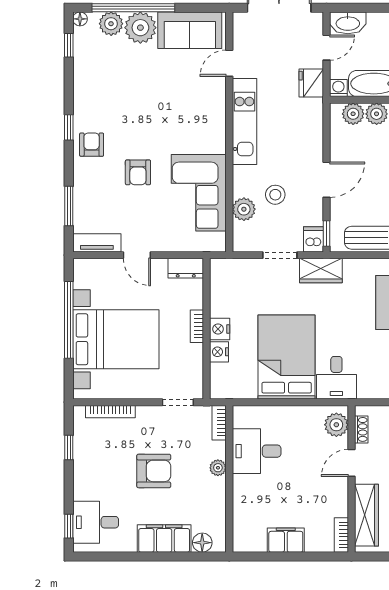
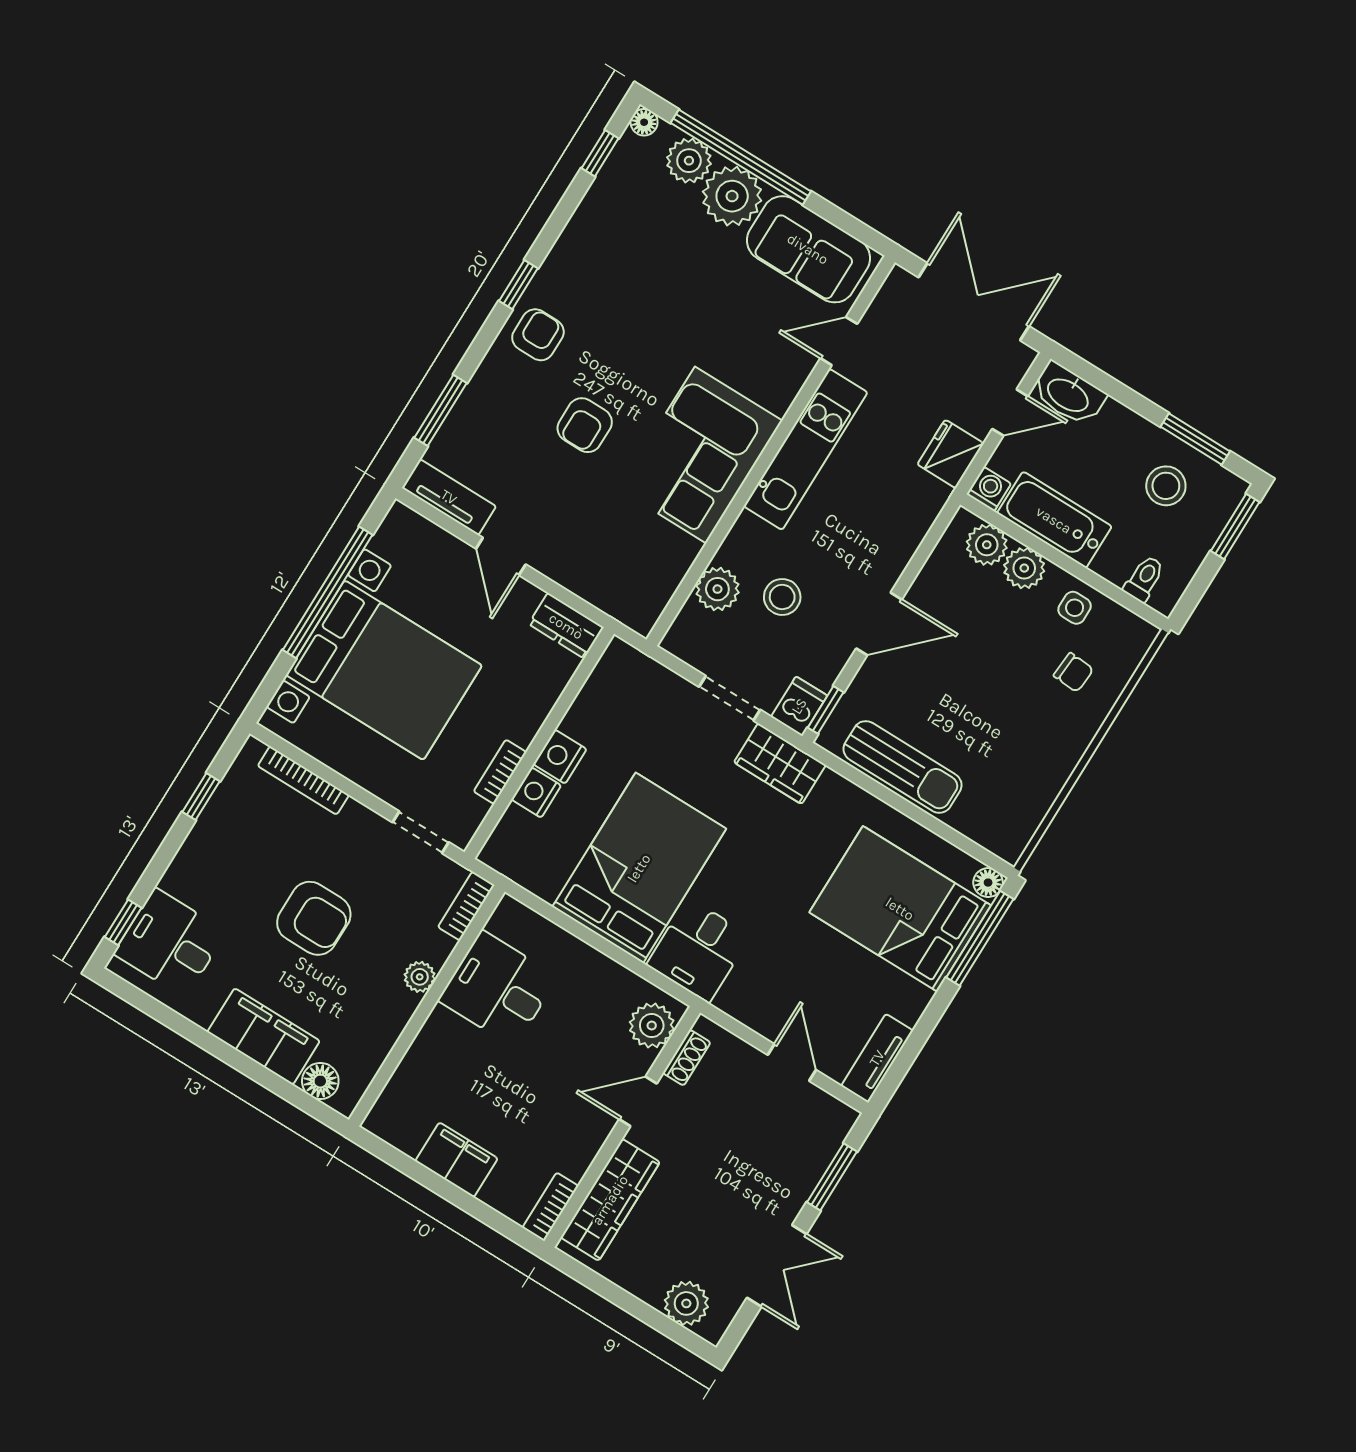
corner sofa: (199, 193) -> (701, 455), moved
bookcase: (197, 326) -> (500, 772), moved

